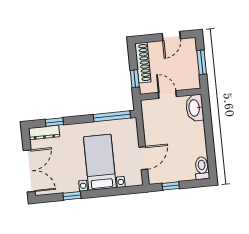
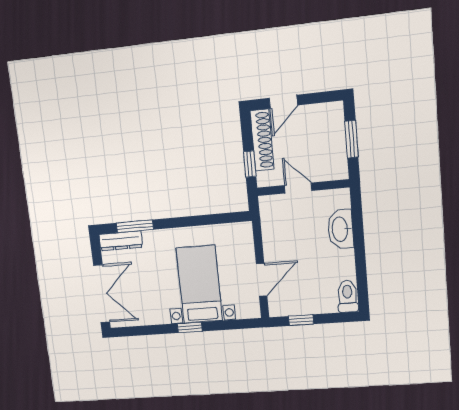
door: (171, 36) -> (283, 102), moved
washbasin: (195, 108) -> (341, 229), moved
window: (112, 116) -> (216, 219), removed
window: (54, 122) -> (135, 226), width x1.50
window: (72, 196) -> (190, 327), moved

